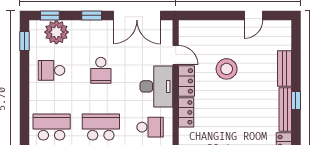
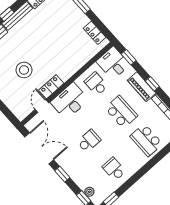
plant: (56, 32) -> (89, 192), width x0.53, depth x0.53
school desk: (52, 70) -> (114, 169), turned 180
locker: (186, 112) -> (69, 71), removed
school desk: (101, 127) -> (121, 112), turned 180

